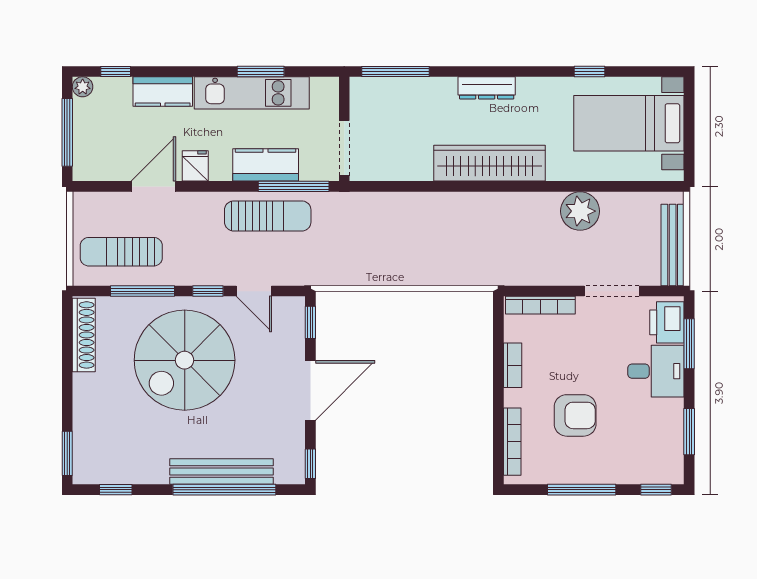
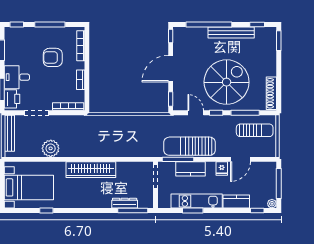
dresser: (487, 88) -> (125, 203), moved
sun lounger: (268, 216) -> (190, 146), width x1.36, depth x1.34
bench: (222, 472) -> (231, 32), moved

